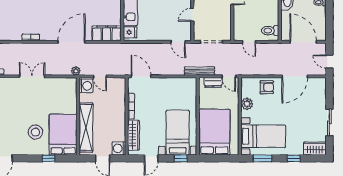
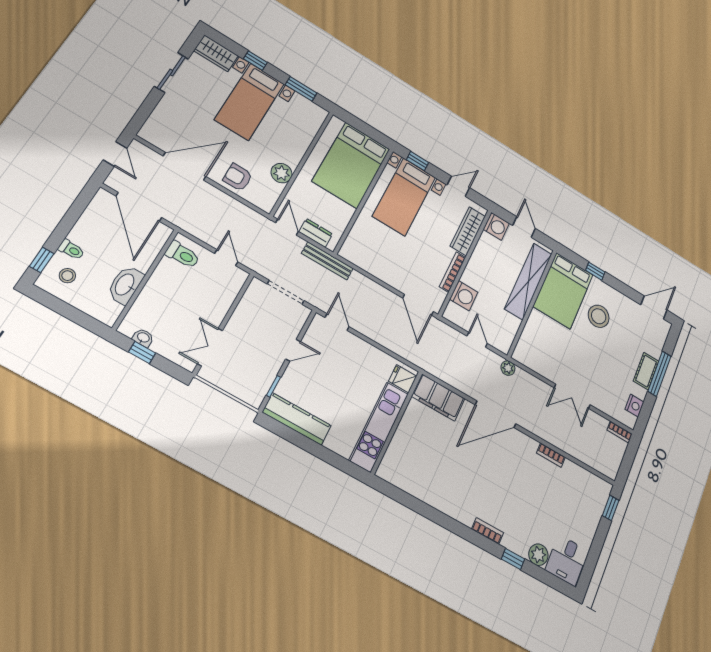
washing machine: (86, 86) -> (464, 296), moved, turned 180
bed with nightstands: (263, 136) -> (250, 102), moved, turned -90

